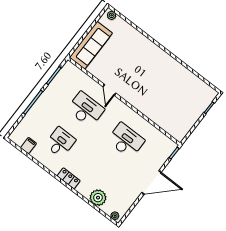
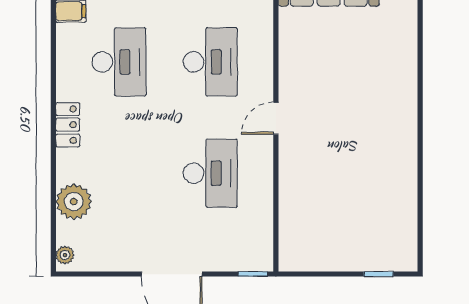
door: (109, 90) -> (276, 118), moved
desk: (60, 142) -> (119, 62), width x1.37

